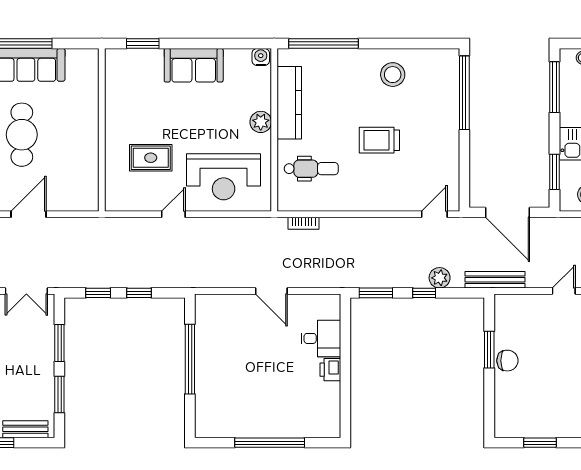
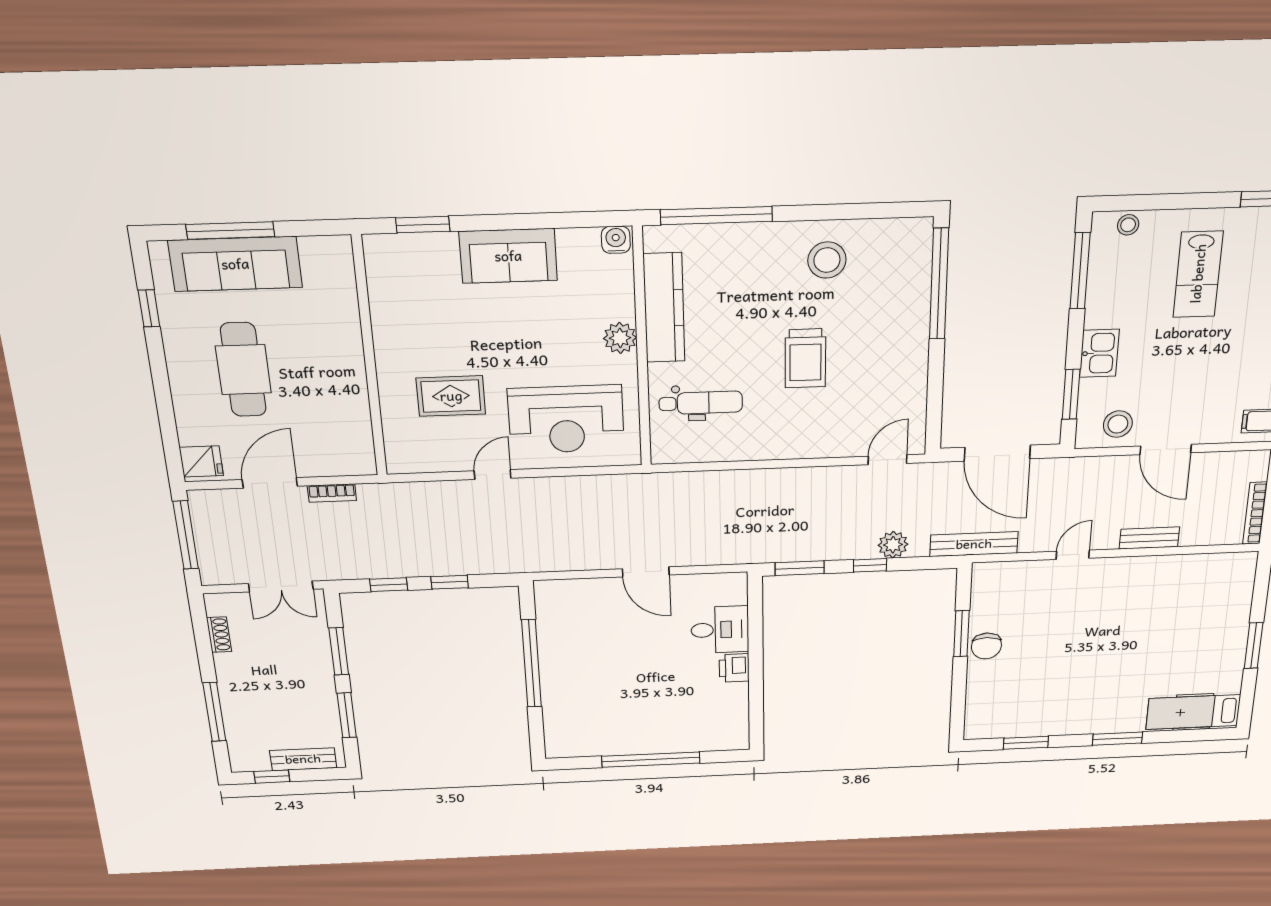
trolley: (379, 140) -> (805, 358), turned -90
bookcase: (304, 223) -> (332, 493), moved
chair: (507, 361) -> (986, 646), turned 90

